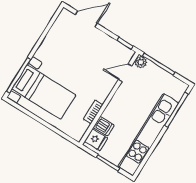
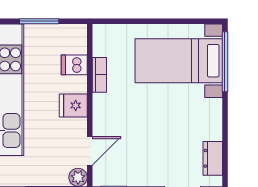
dresser: (59, 26) -> (213, 158), added
fridge: (96, 140) -> (73, 105), moved

